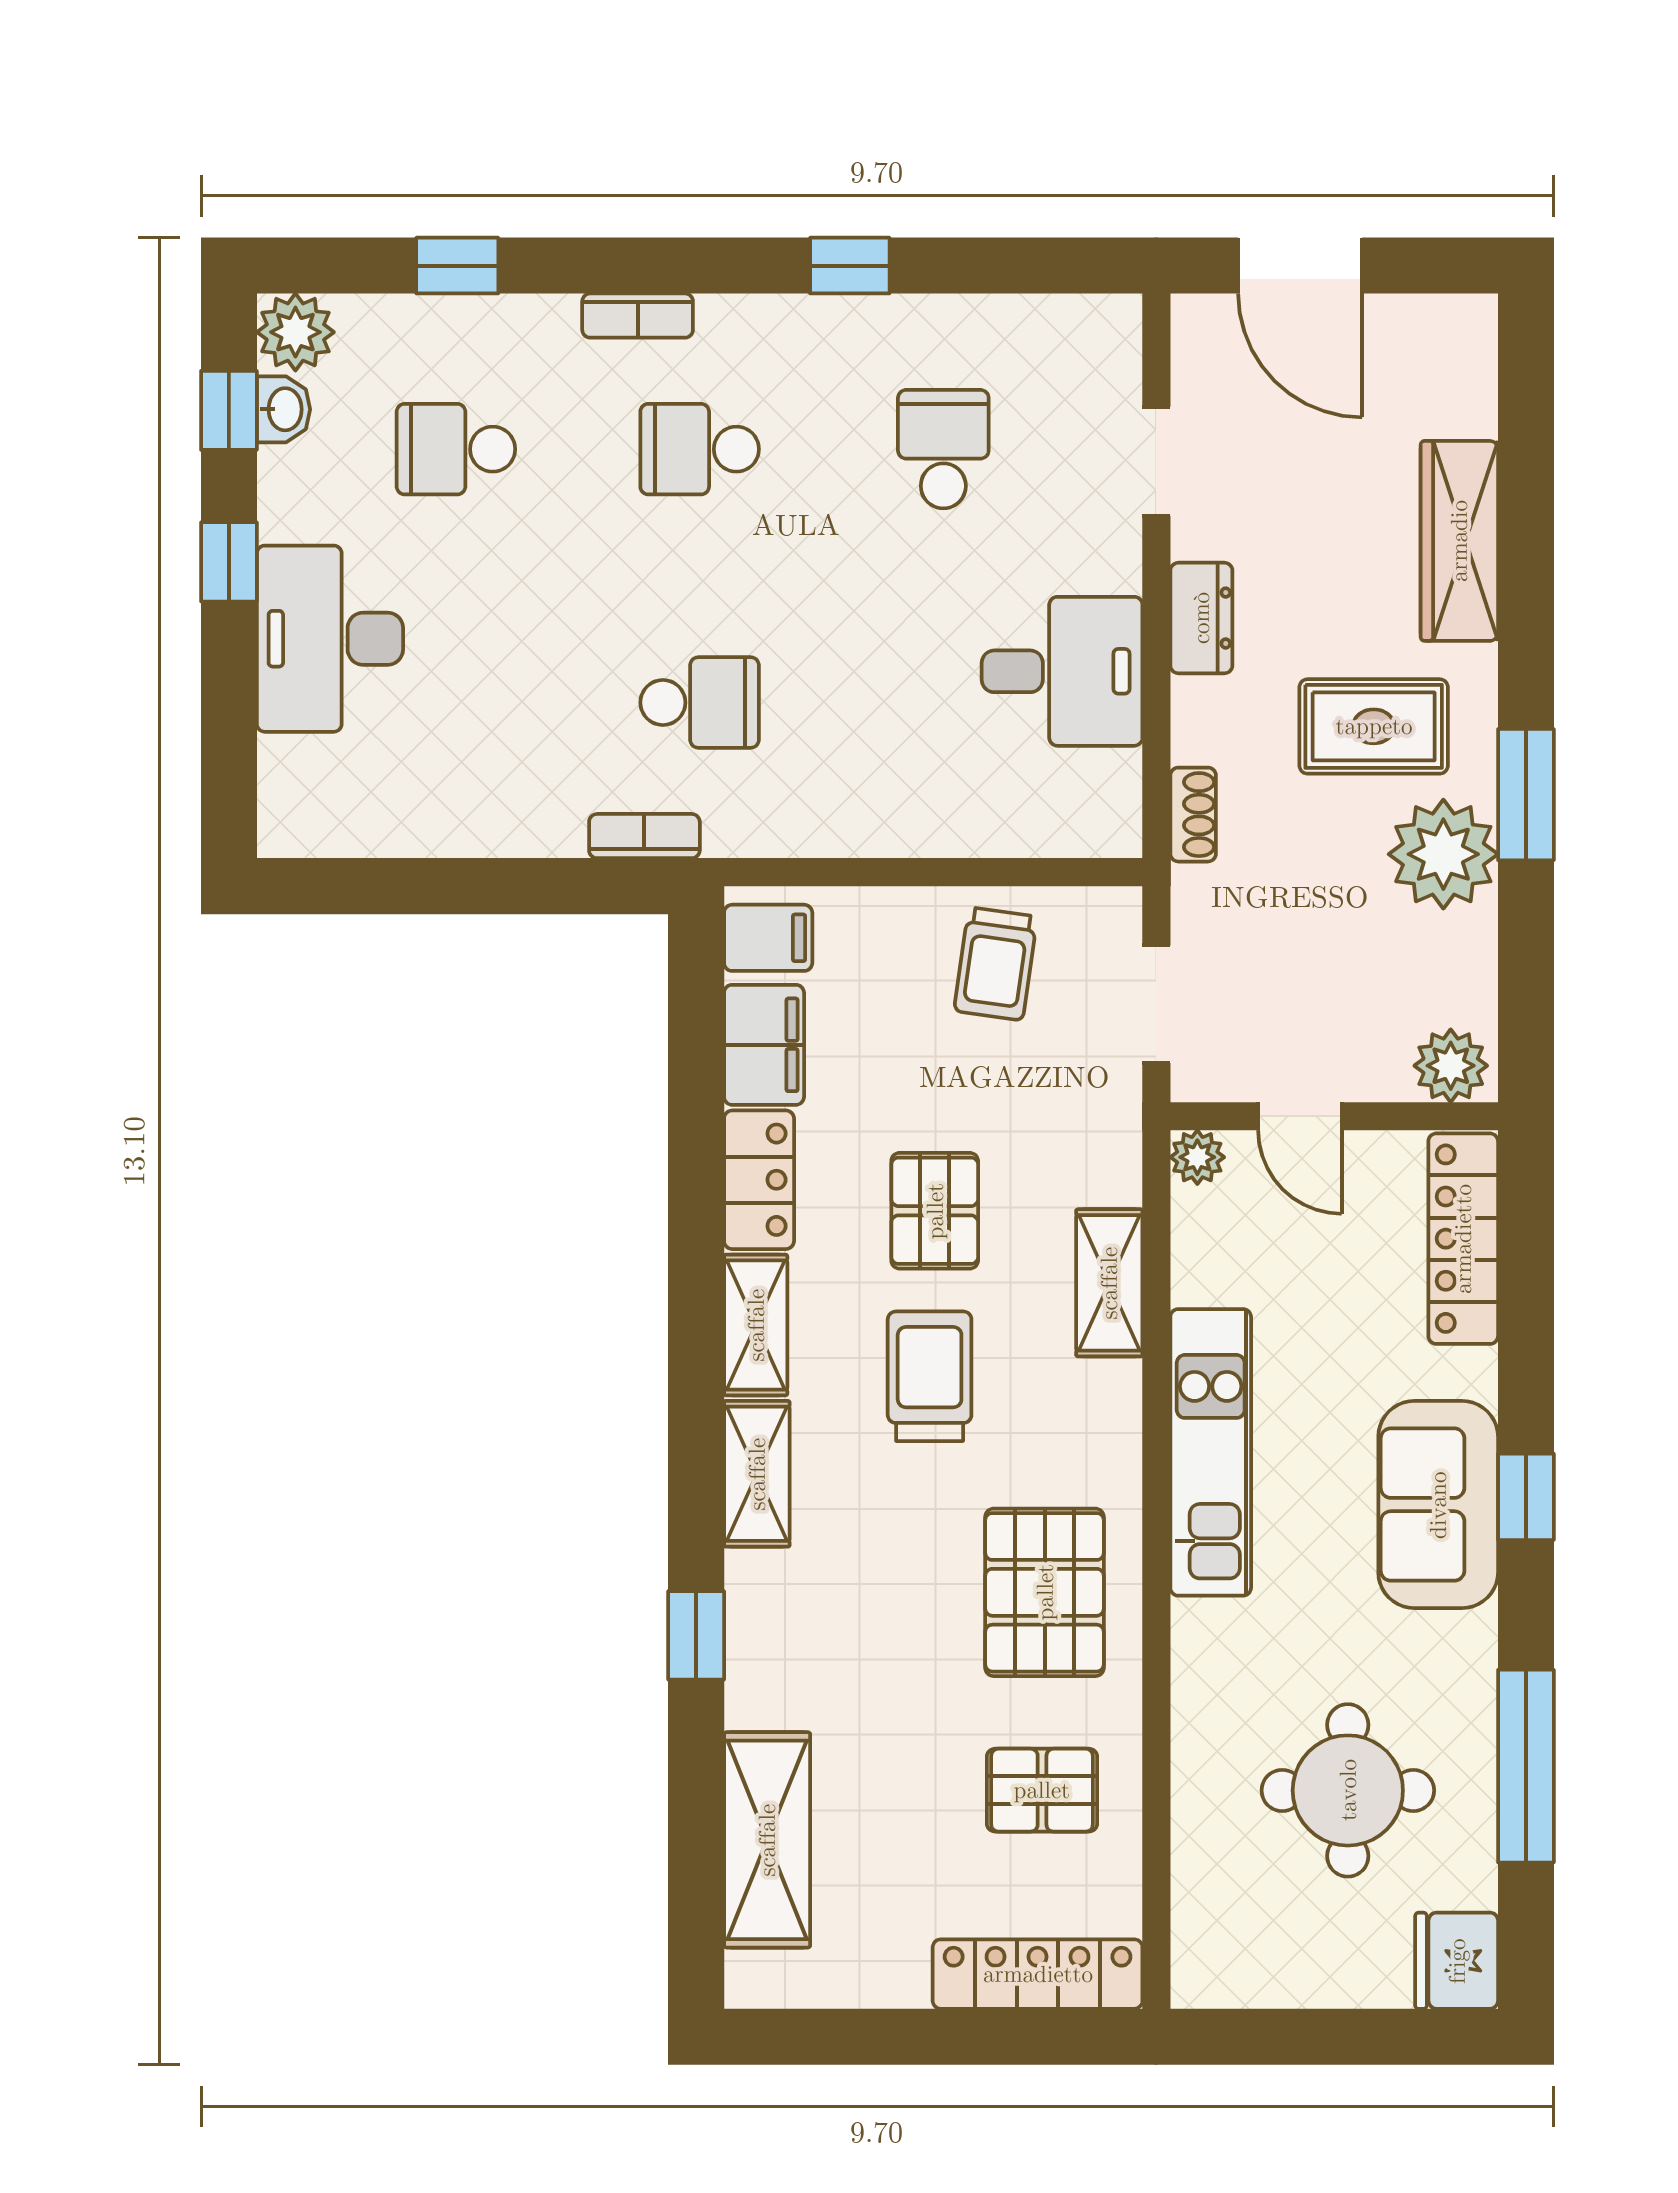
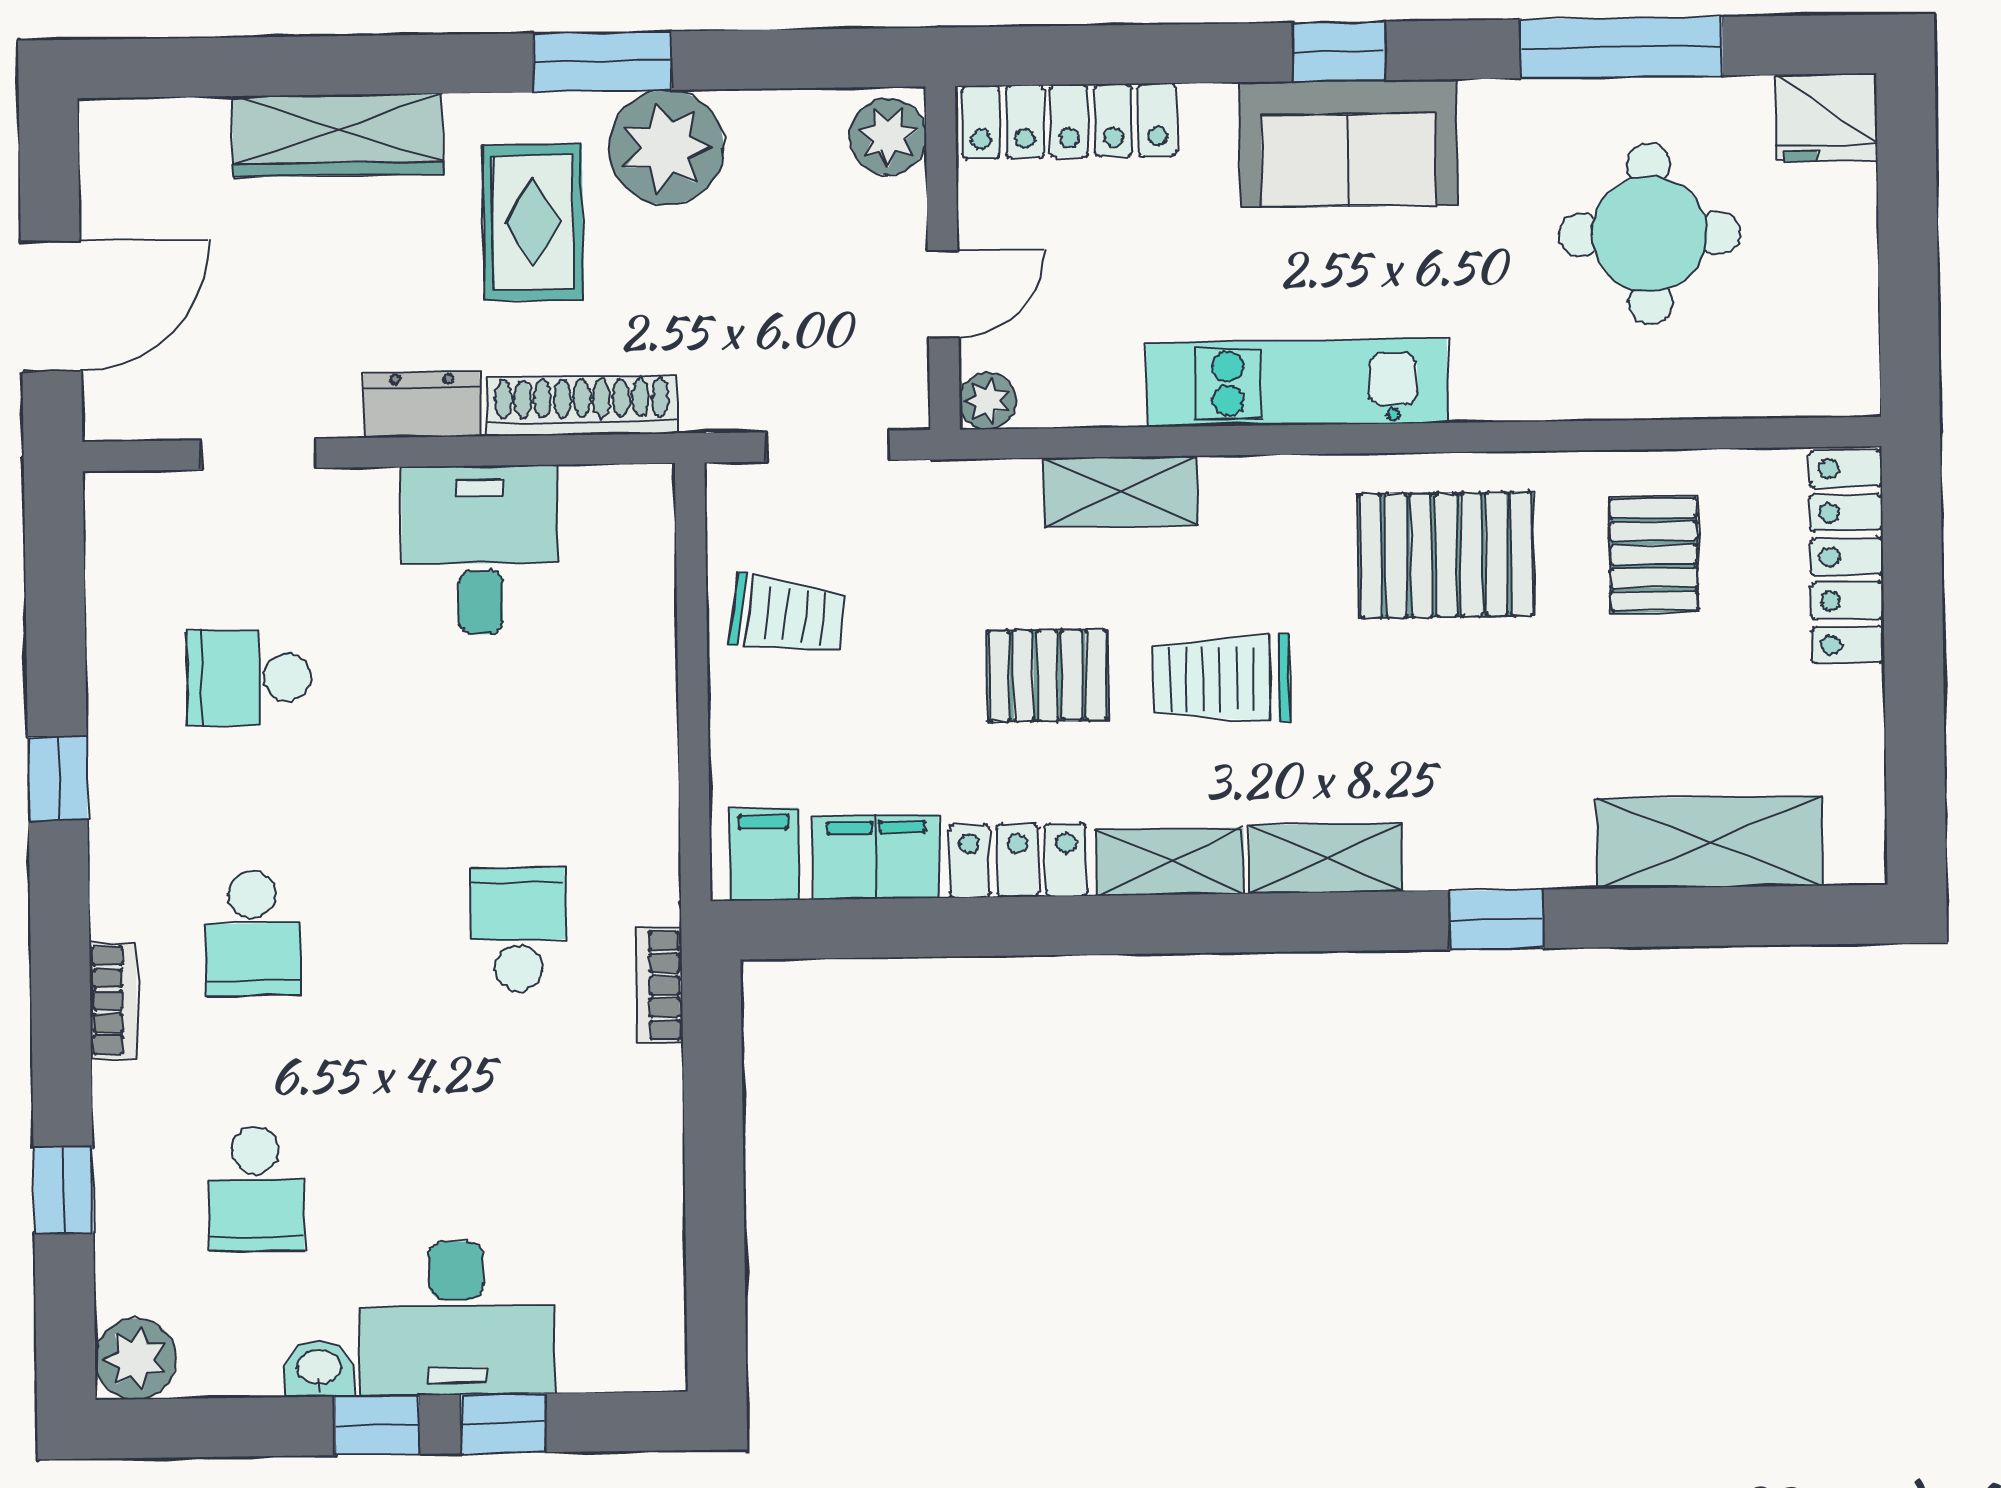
washbasin: (284, 409) -> (319, 1369), moved
window: (229, 410) -> (503, 1424), moved
shoe rack: (1193, 815) -> (582, 405), width x1.94, depth x1.24

